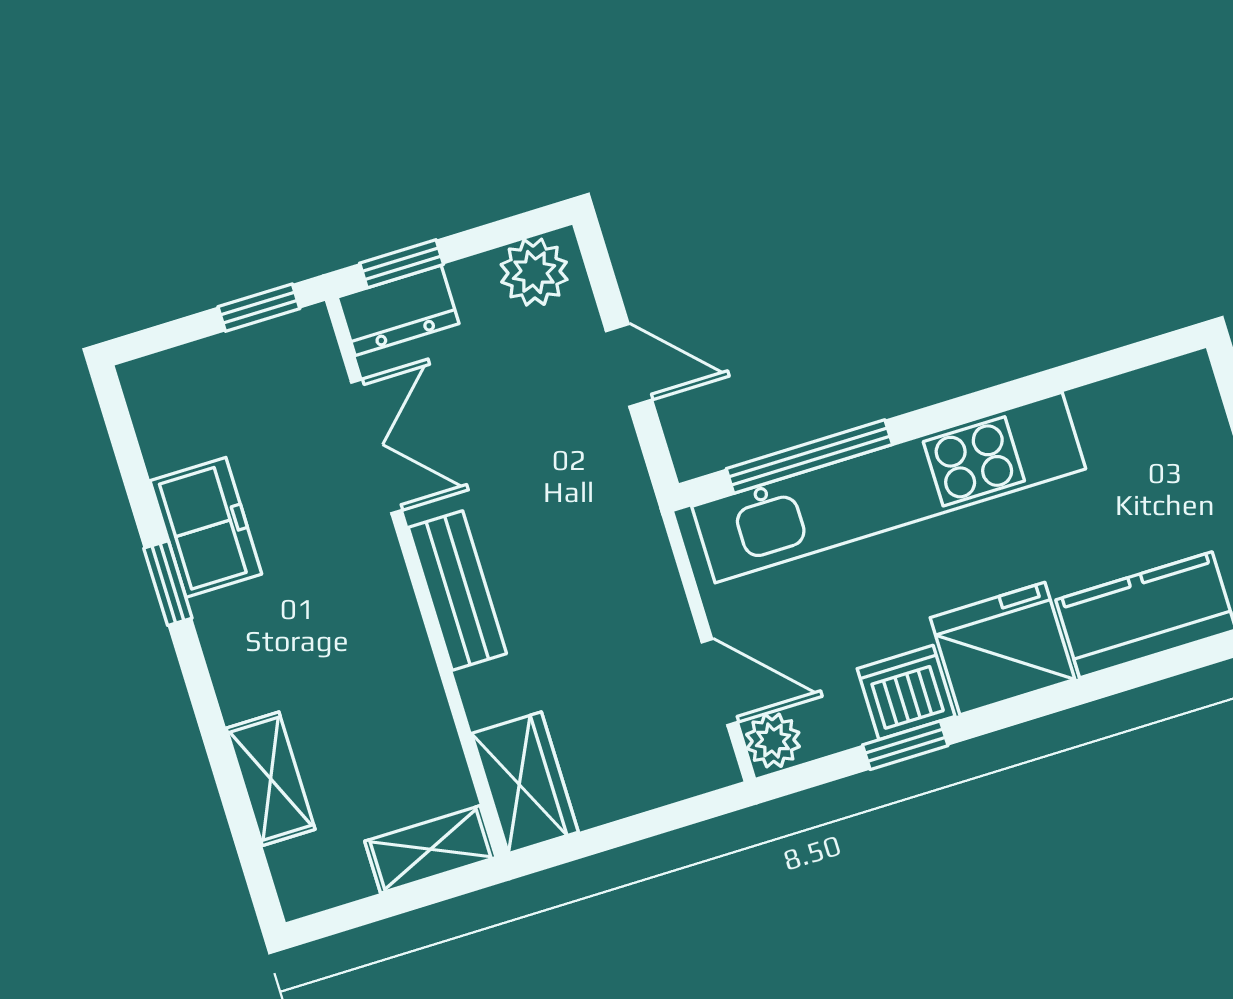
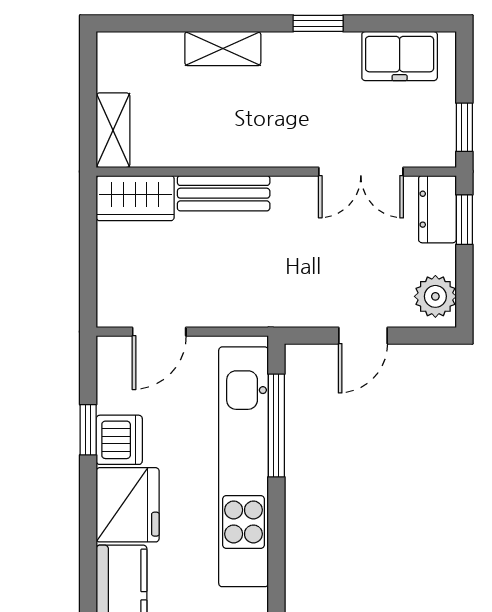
freezer: (206, 527) -> (400, 56), moved
bench: (457, 591) -> (224, 193), moved
plant: (773, 740) -> (115, 352), removed
shelving: (271, 779) -> (223, 49), moved

